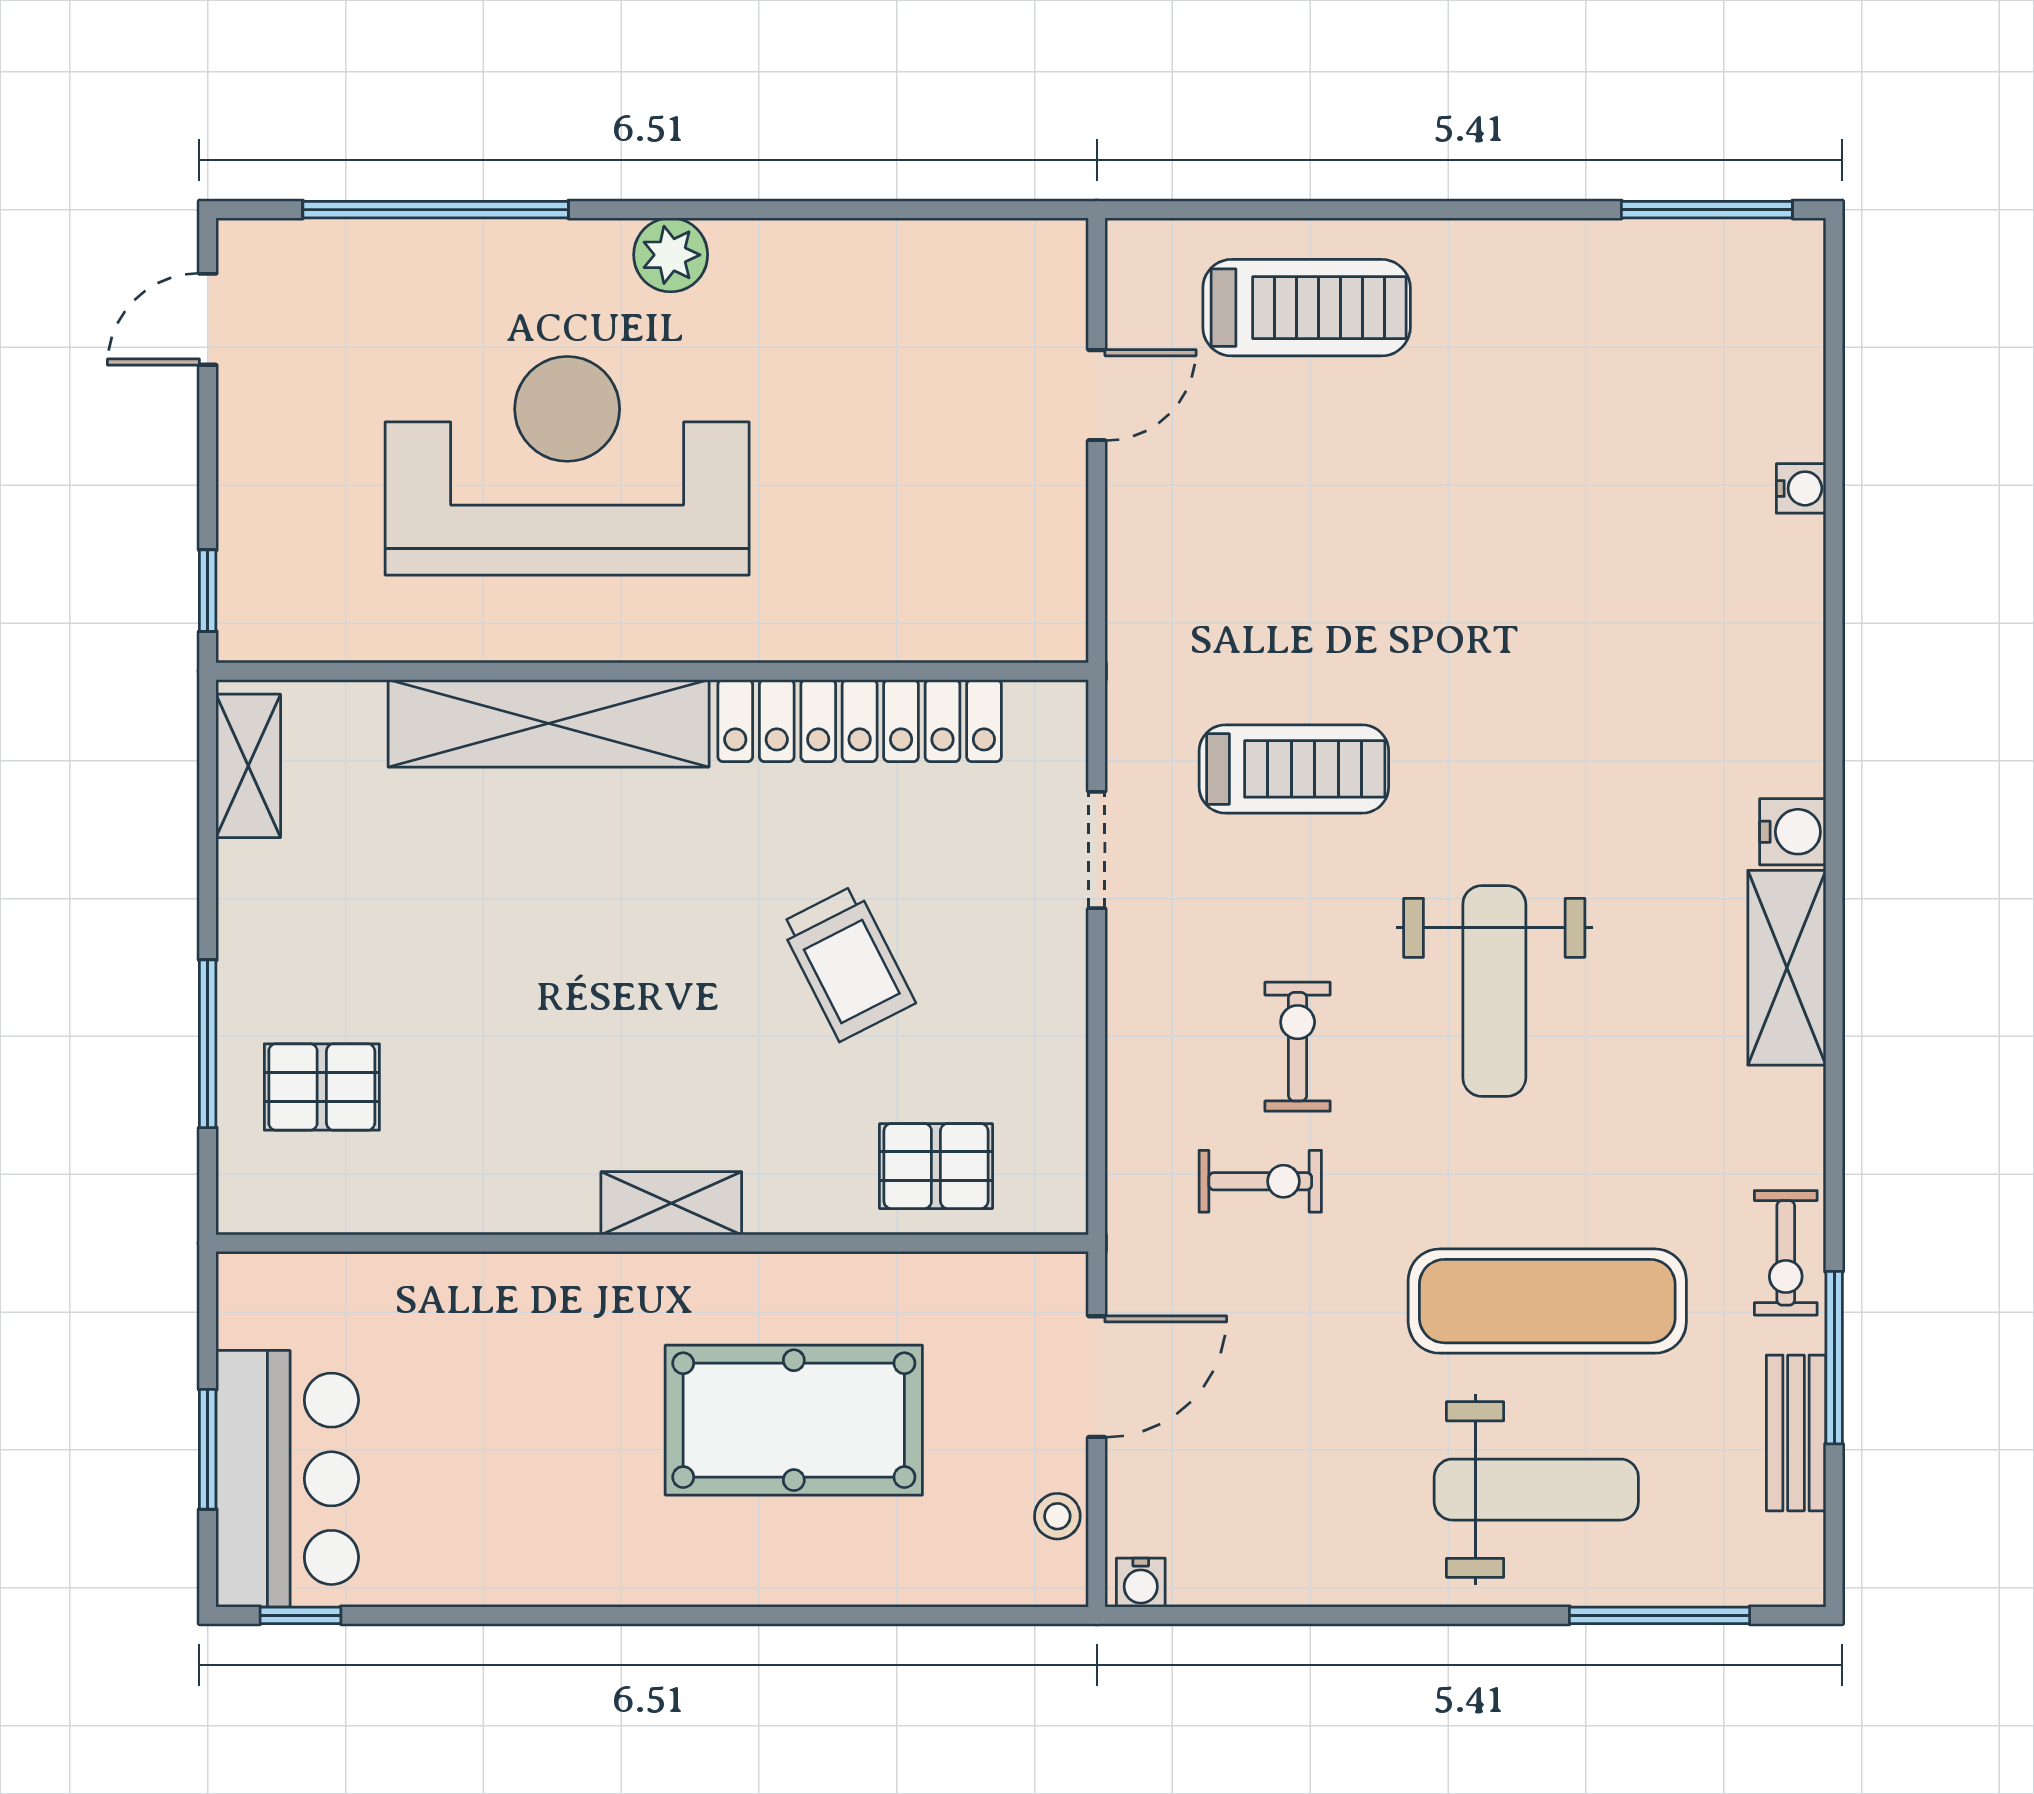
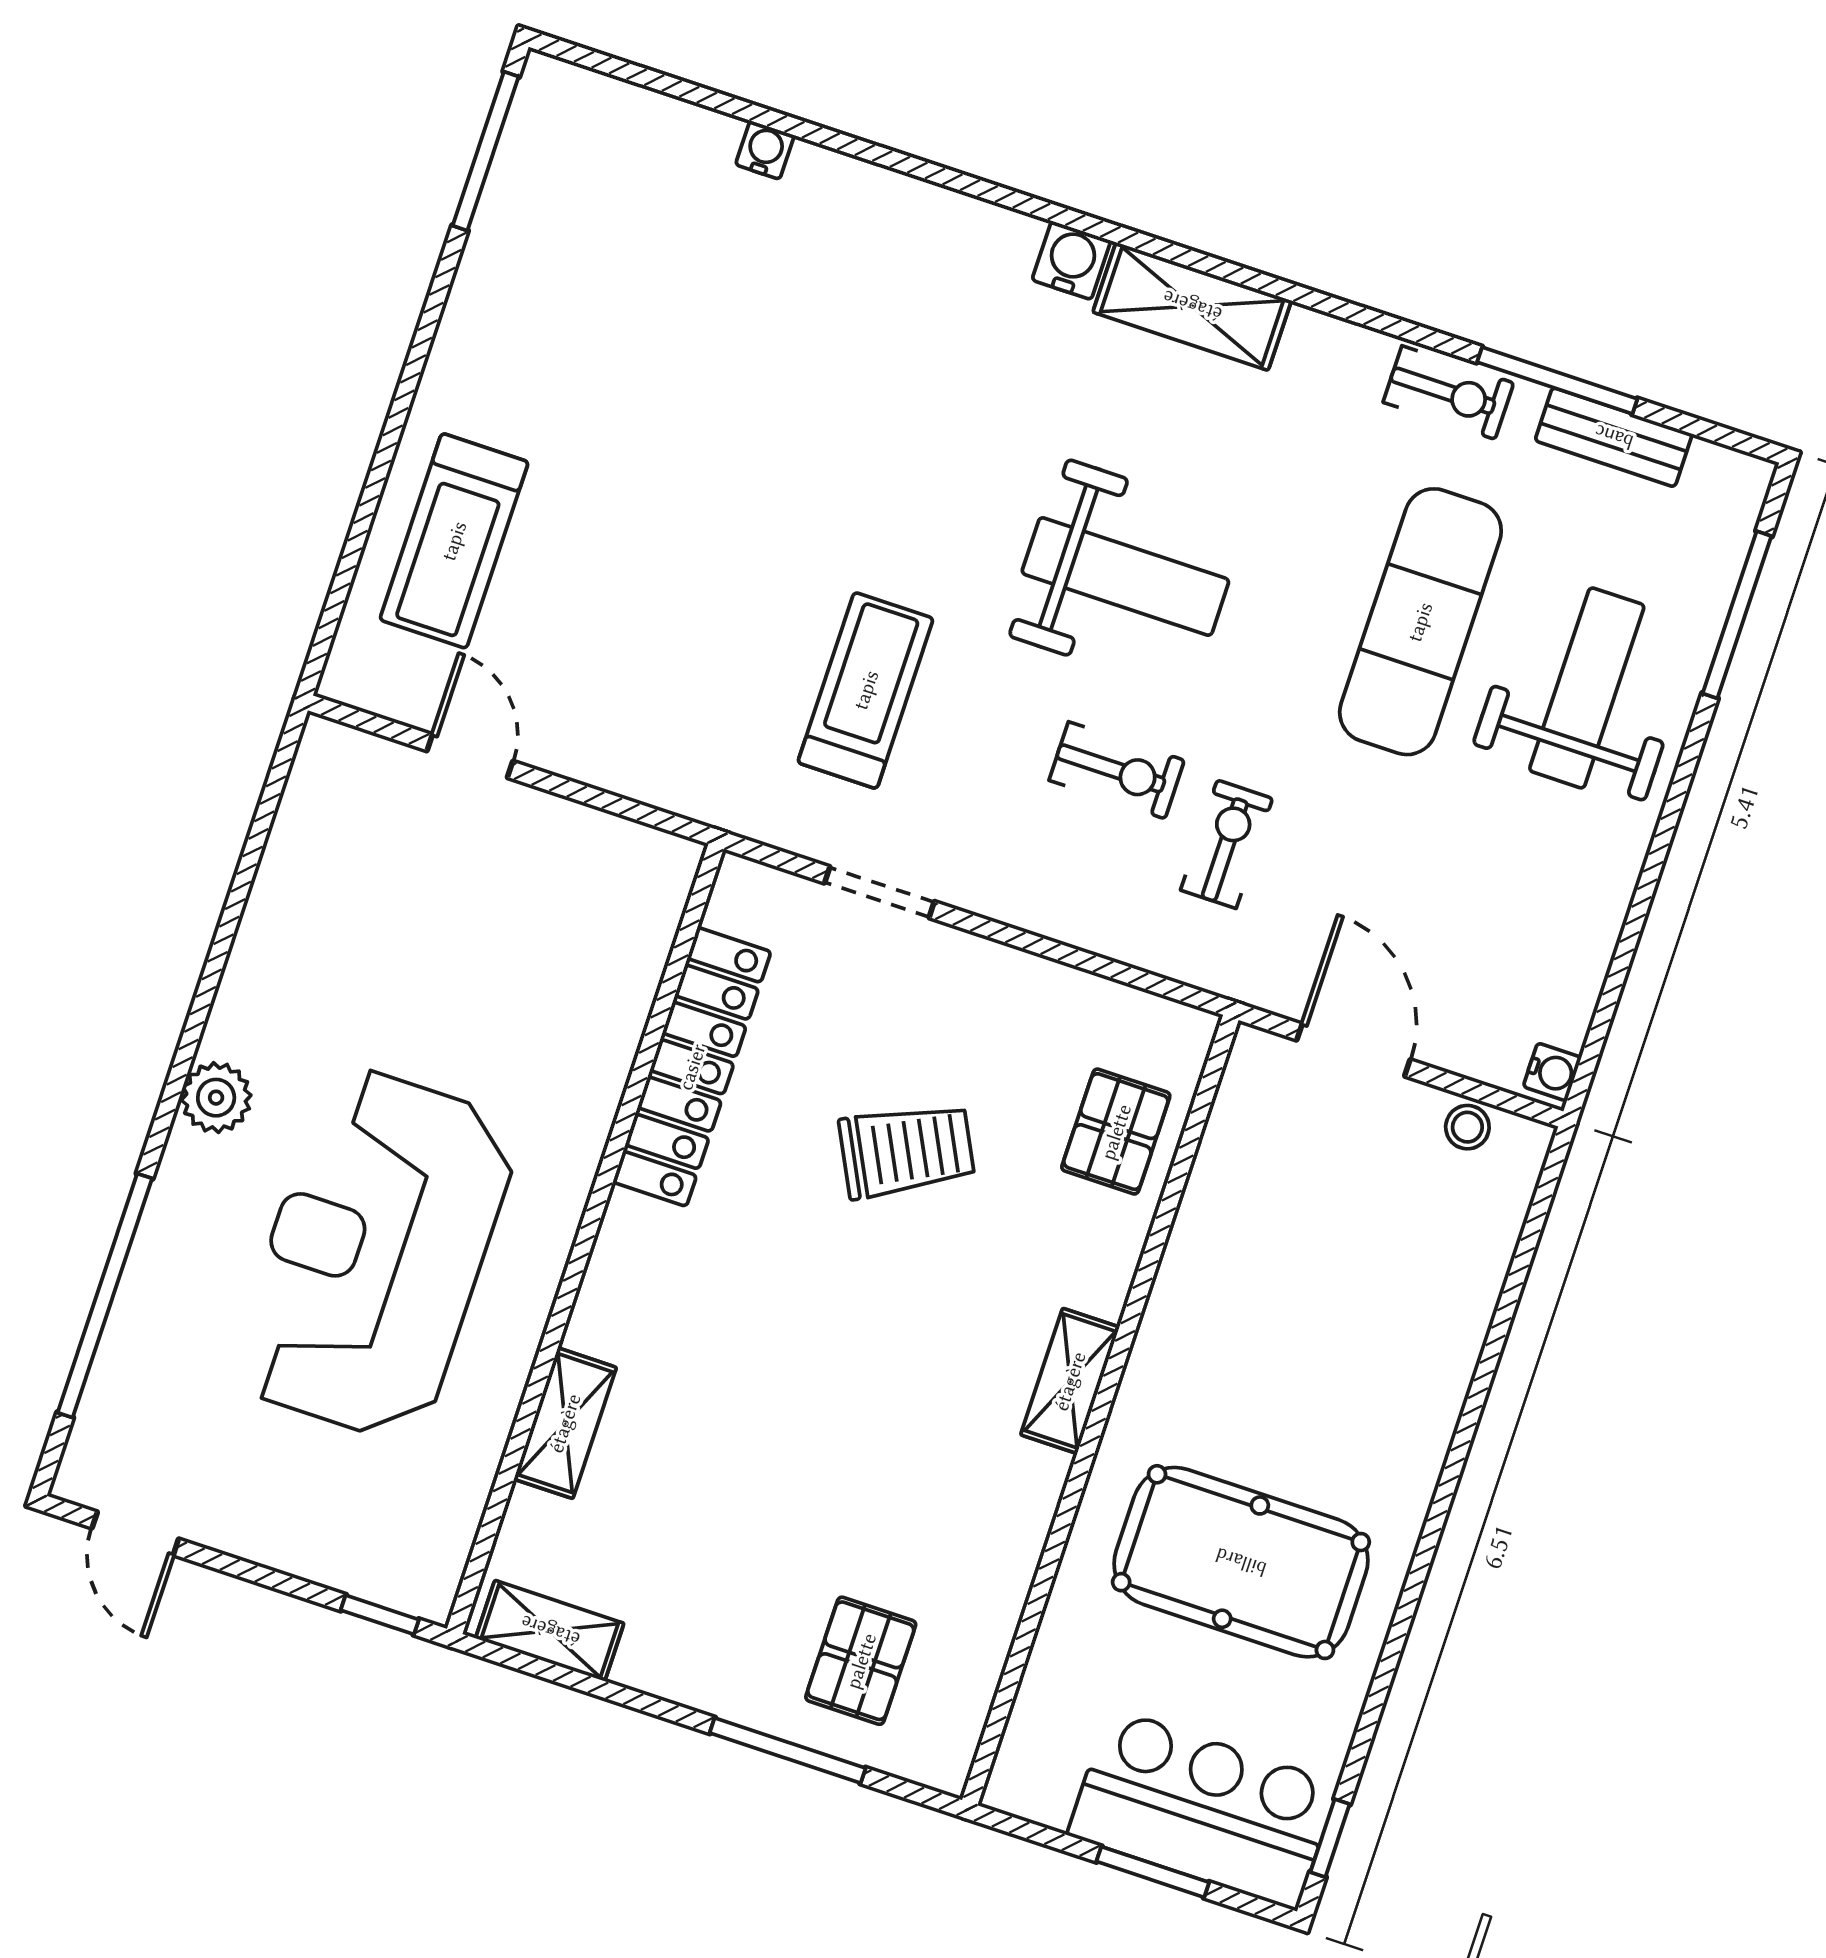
treadmill: (1307, 308) -> (454, 541), turned 180
shelving: (549, 723) -> (565, 1423), width x0.45, depth x0.75
exercise bike: (1298, 1047) -> (1117, 770), turned 180
pool table: (794, 1420) -> (1241, 1562), moved, turned 90

